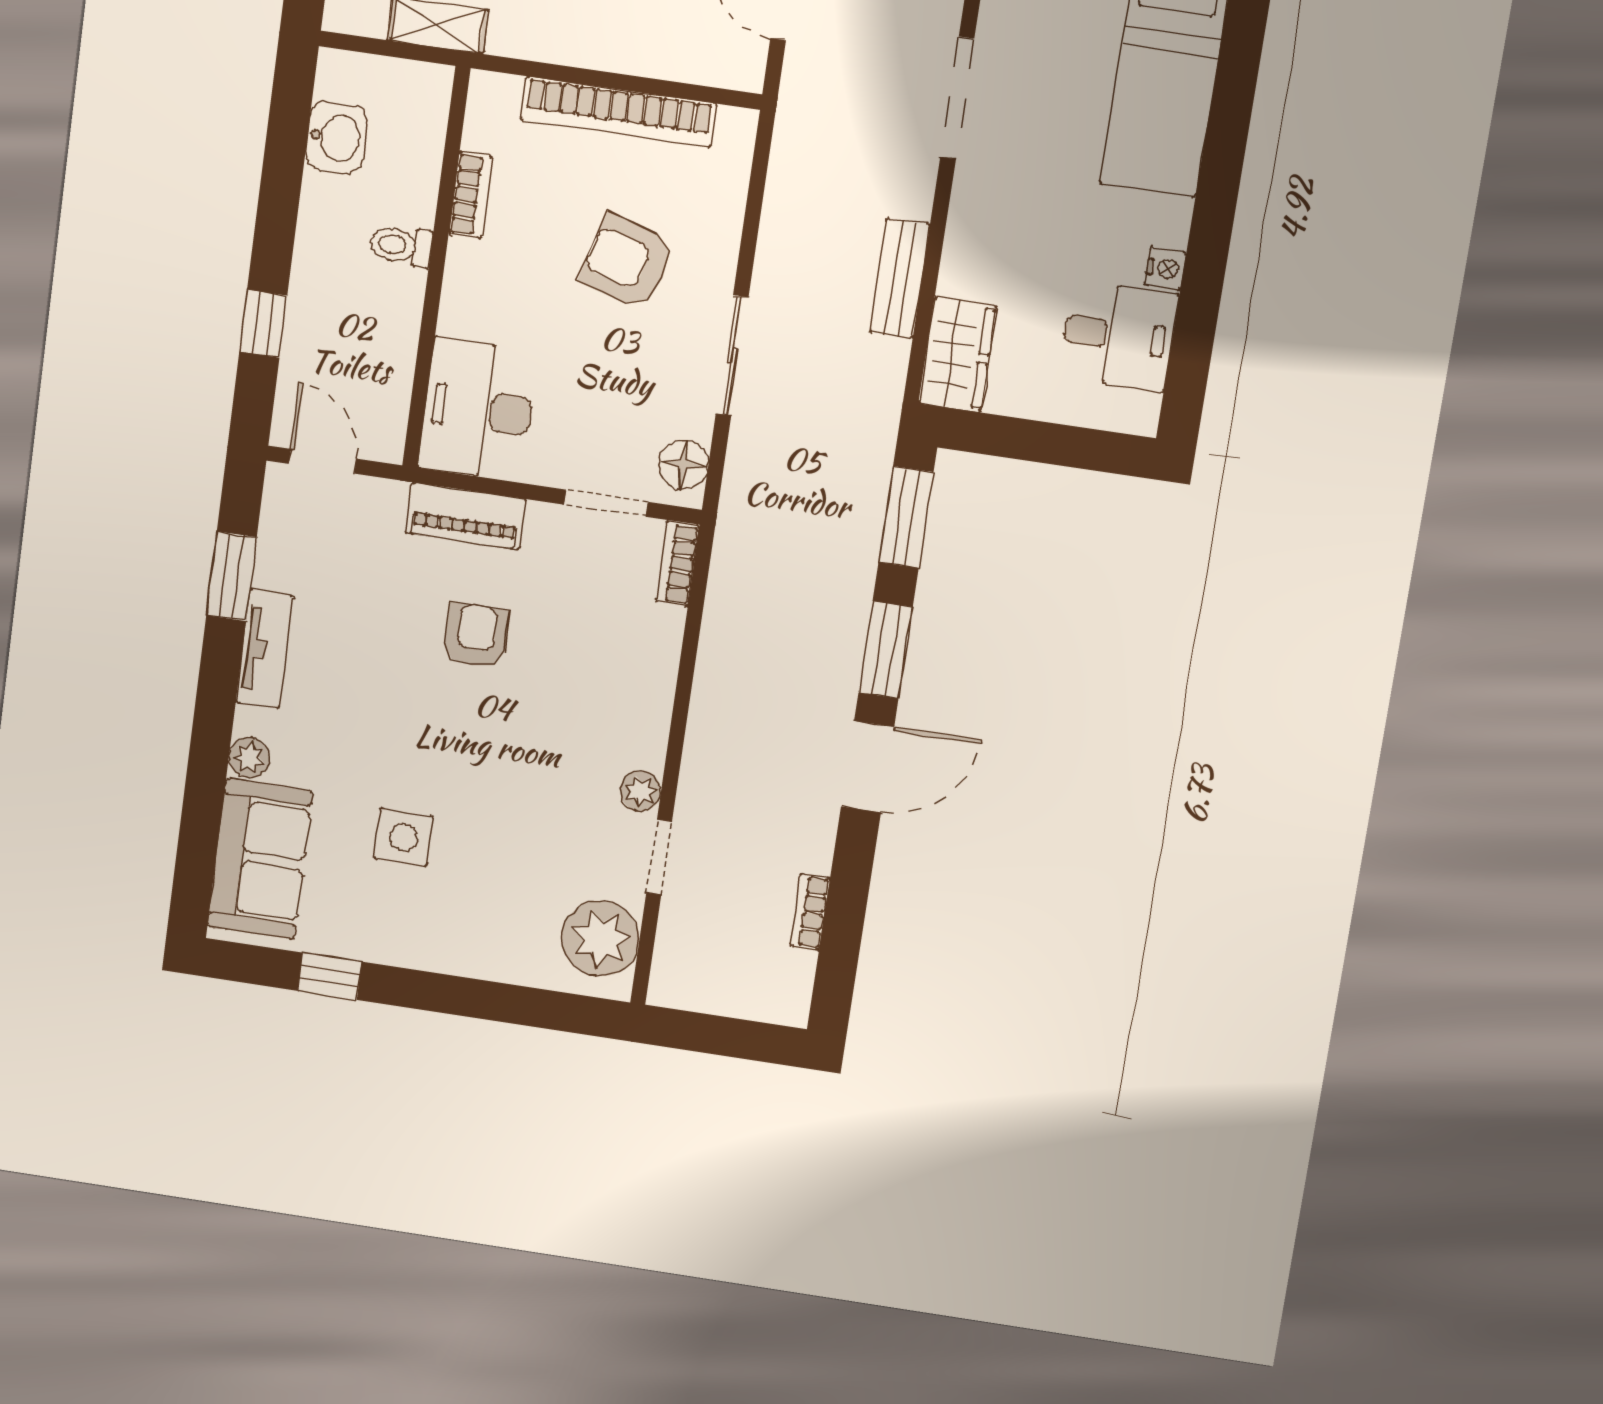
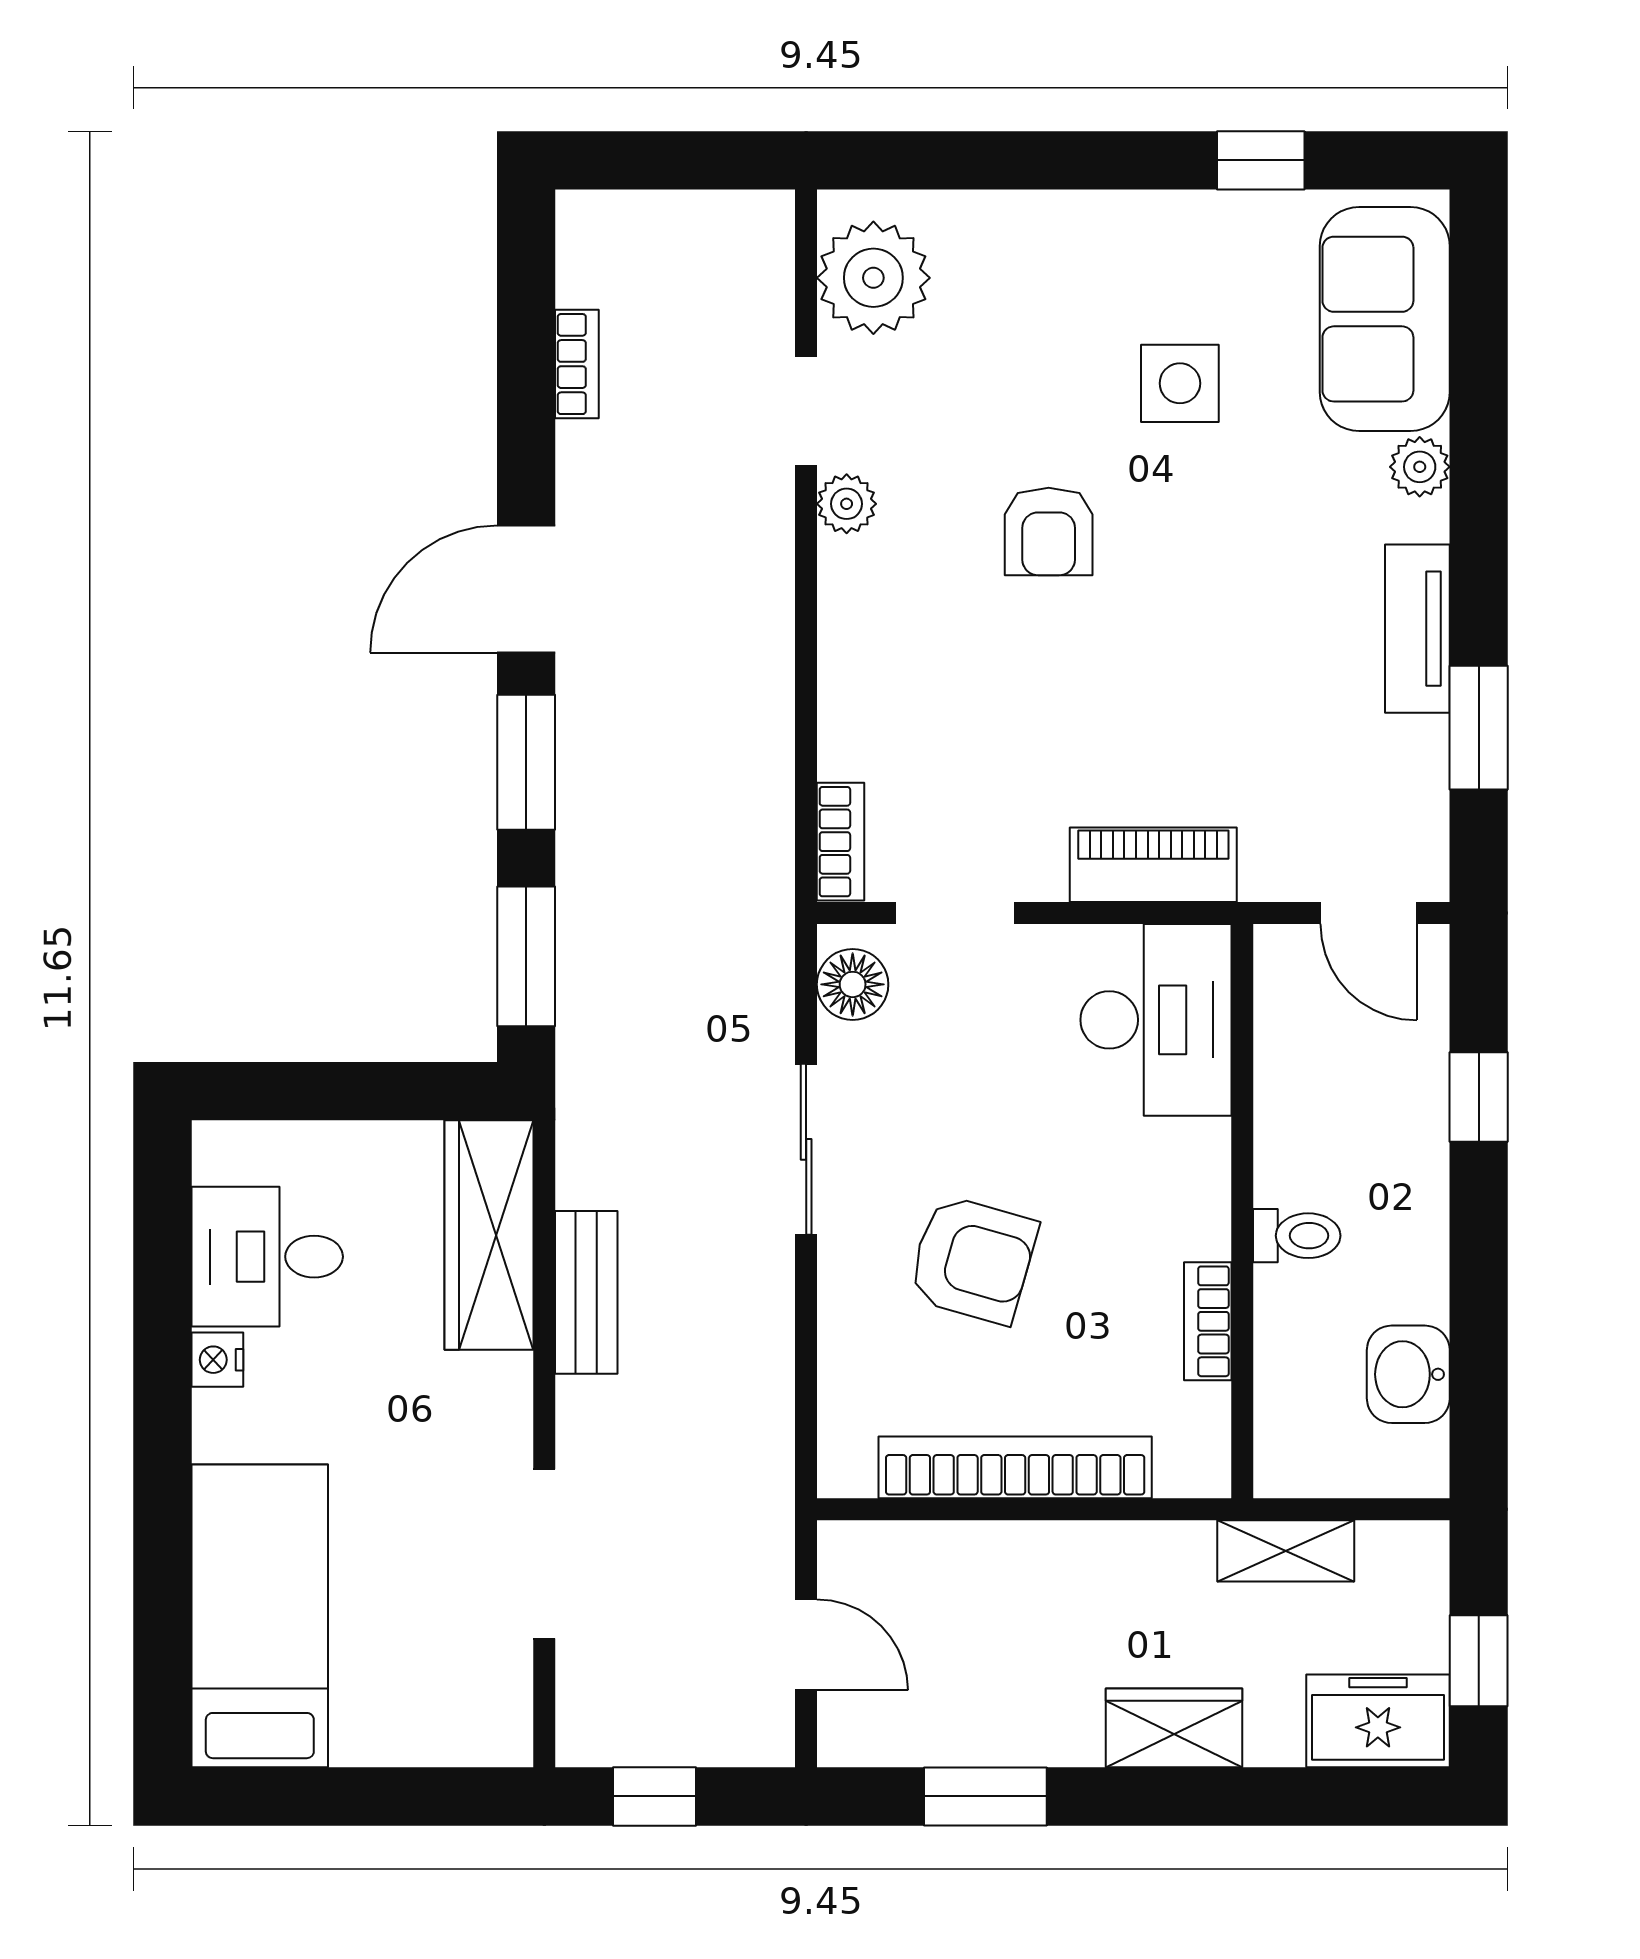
wardrobe: (957, 355) -> (489, 1235), width x1.50
armchair: (476, 636) -> (1049, 532), moved

